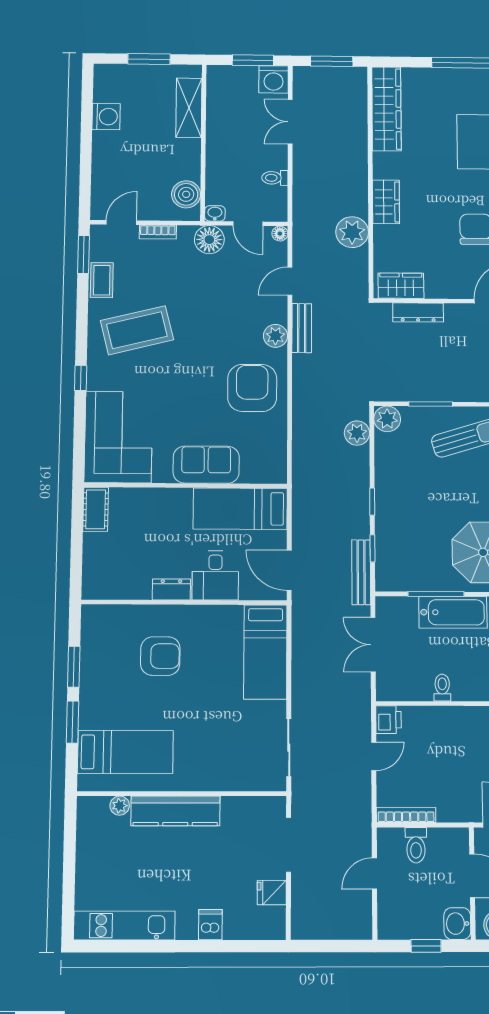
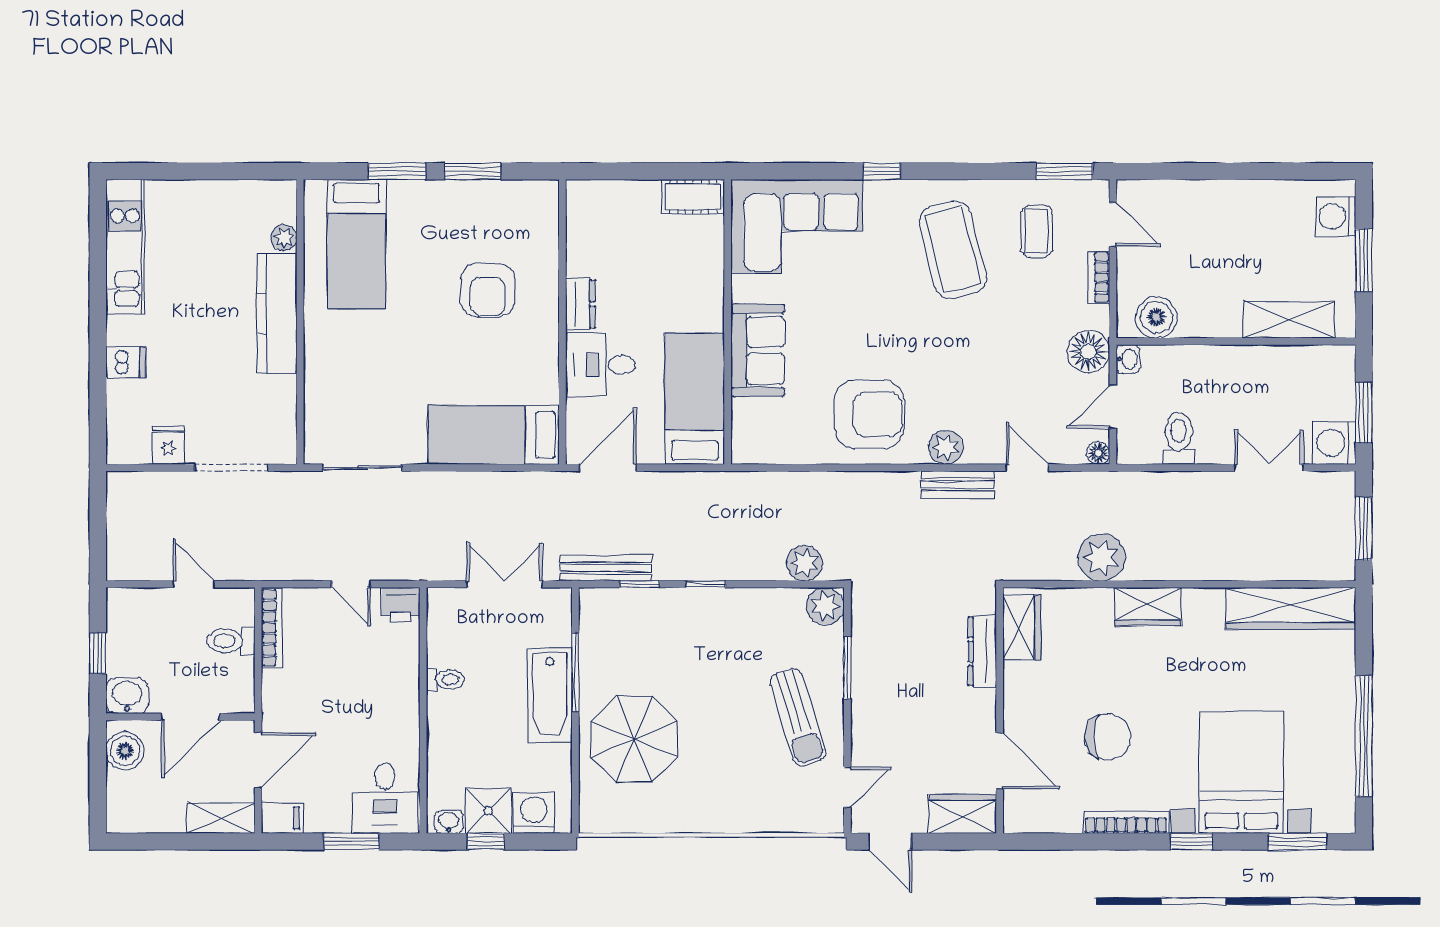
washing machine: (106, 117) -> (1336, 216), moved, turned 90
toilet: (275, 178) -> (1179, 438), width x1.37, depth x1.39
coffee table: (102, 280) -> (1037, 231), moved, turned 90

